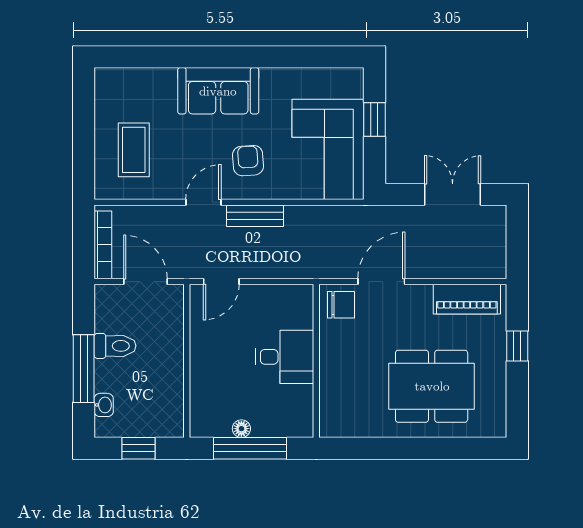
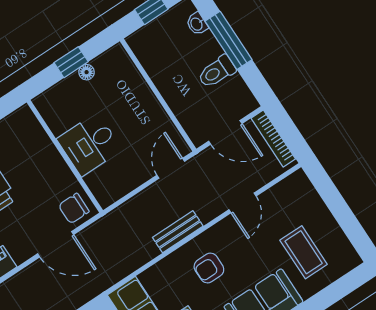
coffee table: (134, 150) -> (304, 252), moved
armchair: (248, 161) -> (209, 268), turned 94
door: (203, 202) -> (242, 203), moved
door: (381, 282) -> (56, 244), hinge flipped
window: (250, 448) -> (71, 62), width x0.46

